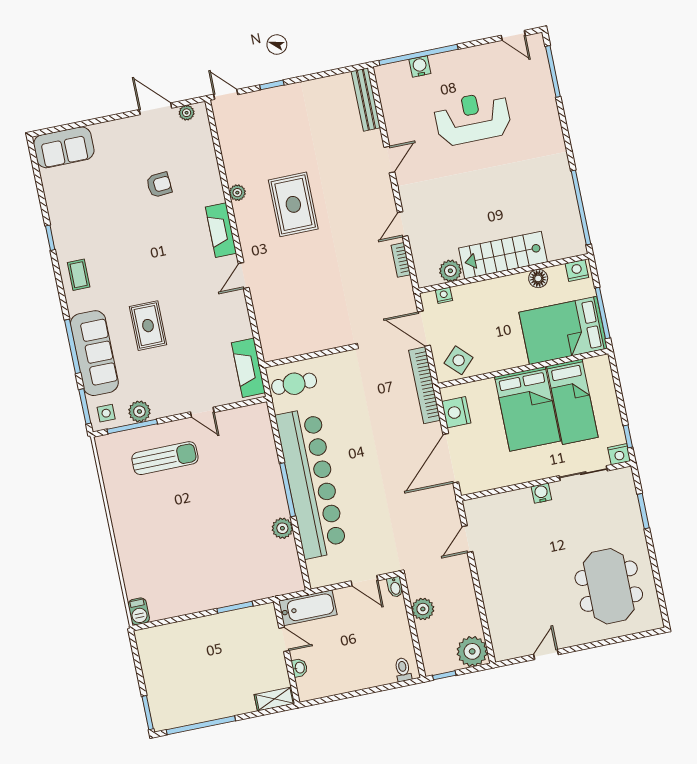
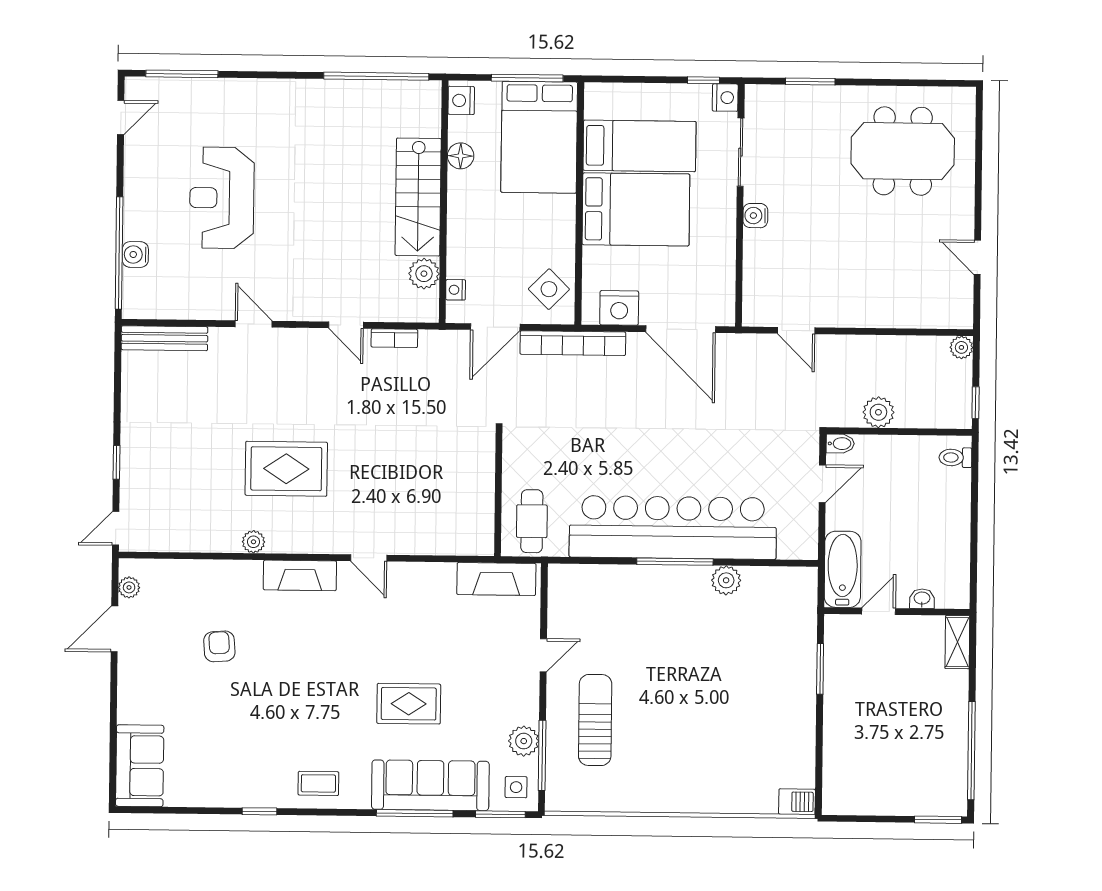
plant: (472, 651) -> (961, 347), width x0.53, depth x0.53

